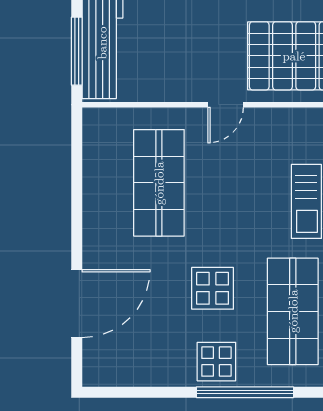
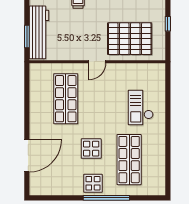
window: (77, 51) -> (27, 36), width x0.69

